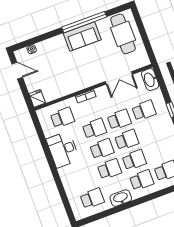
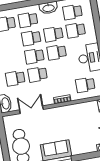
school desk: (95, 129) -> (76, 30), moved

